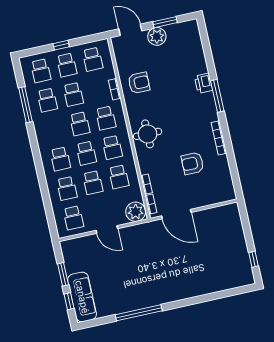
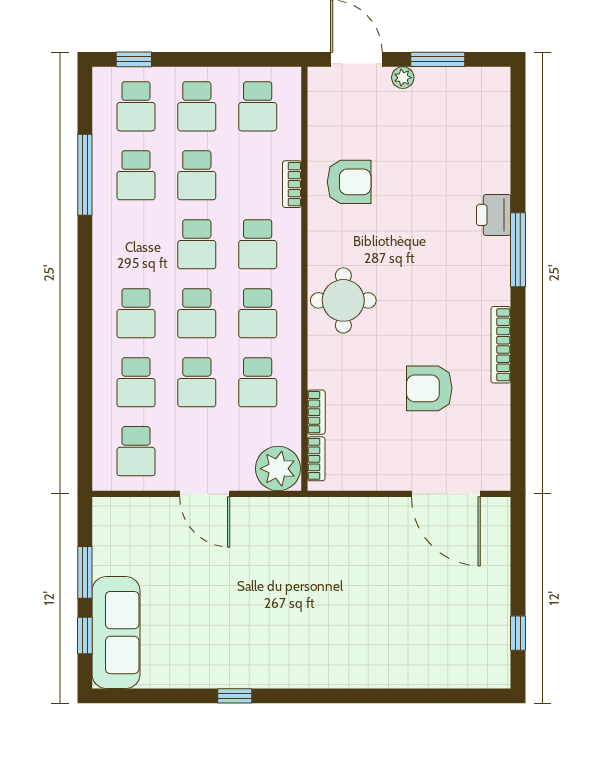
plant: (157, 36) -> (403, 78), width x0.53, depth x0.53
window: (61, 45) -> (134, 59), moved
door: (176, 214) -> (446, 494), moved
window: (139, 313) -> (235, 696), width x0.32

